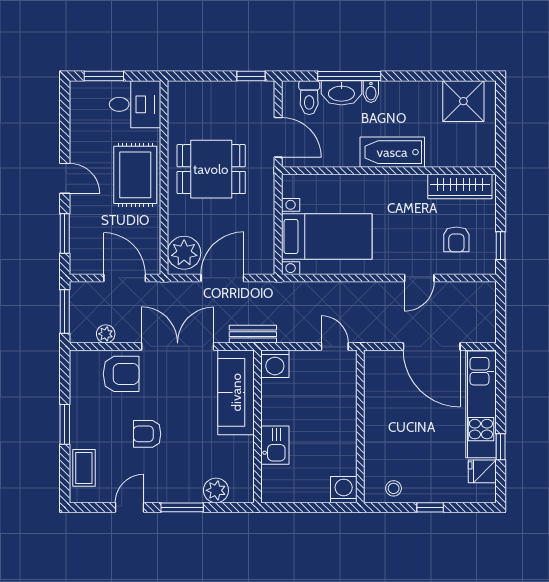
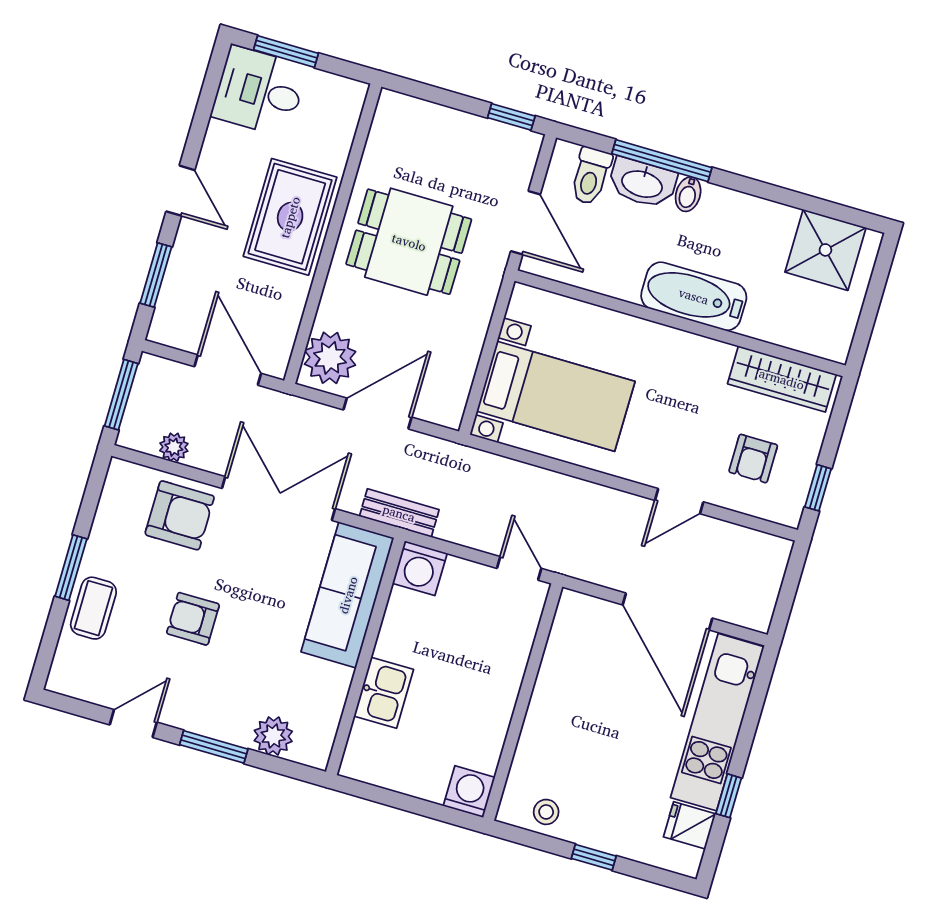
desk: (135, 104) -> (259, 91), moved, turned 180
coffee table: (84, 468) -> (93, 608), moved

